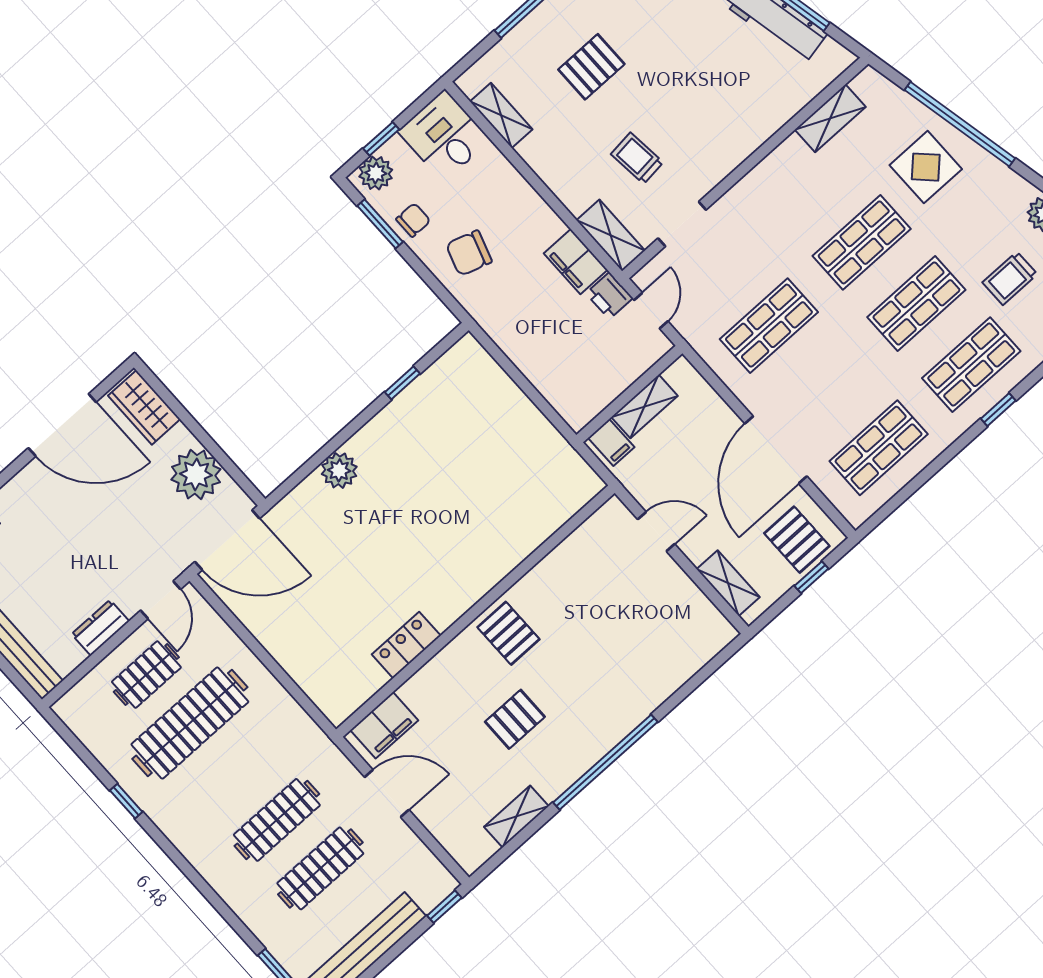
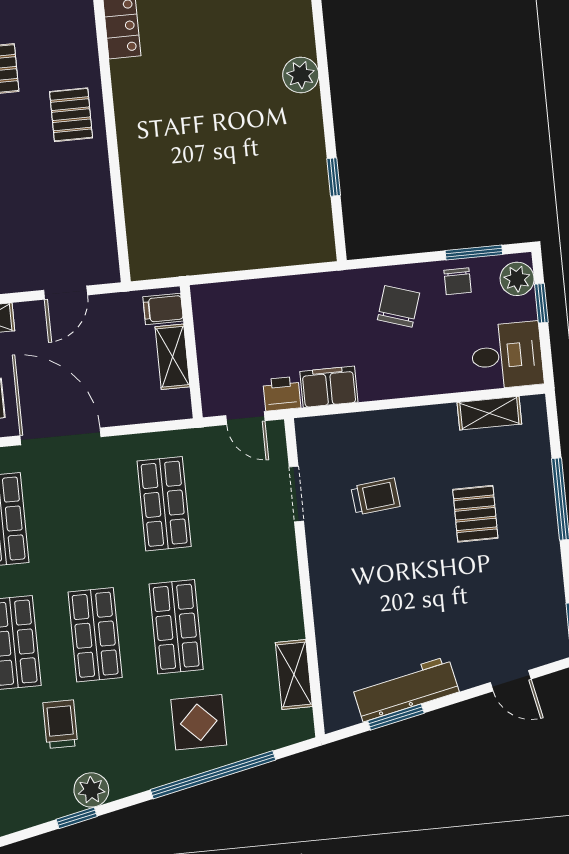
shelving: (611, 235) -> (329, 430), removed
pallet: (508, 633) -> (71, 115), turned 90

